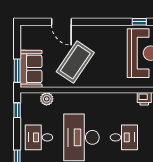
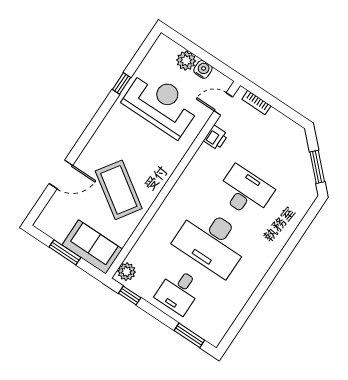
window: (17, 71) -> (65, 252), moved
plant: (47, 99) -> (127, 272), moved
desk: (124, 137) -> (245, 192), width x1.37

